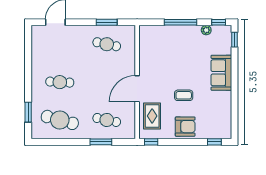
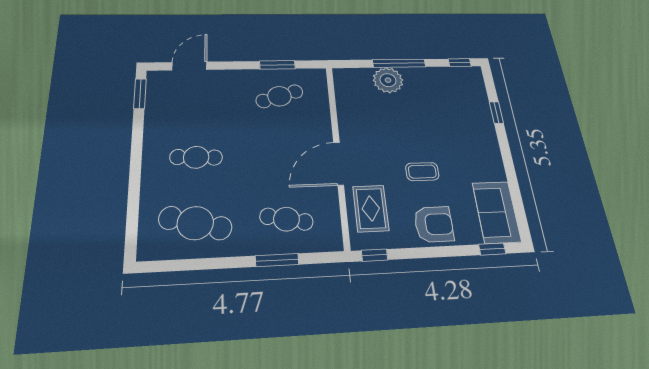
plant: (206, 30) -> (388, 80), moved, width x1.87, depth x1.87
window: (234, 40) -> (496, 113), moved
cafe table: (107, 44) -> (279, 96), turned -30
sofa: (221, 73) -> (497, 212), moved
window: (28, 112) -> (140, 94), moved

